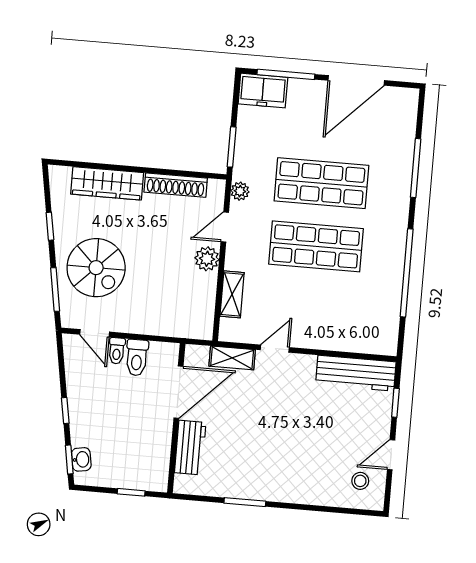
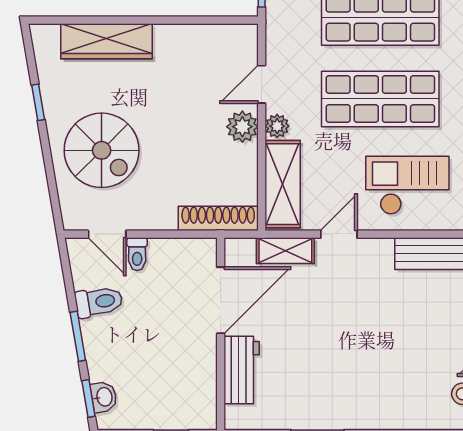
shoe rack: (176, 185) -> (218, 218), moved, turned 180
plant: (240, 191) -> (277, 126), moved
window: (55, 289) -> (52, 183), removed
shelving: (232, 294) -> (283, 184), width x1.50, depth x1.33
checkout: (331, 315) -> (407, 185), added
toilet: (137, 358) -> (99, 302), moved, turned -100
window: (65, 411) -> (78, 336), width x1.50

